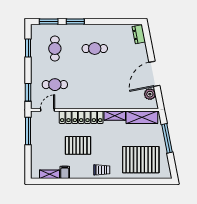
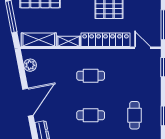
door: (154, 74) -> (28, 102), moved
cafe table: (55, 85) -> (91, 76), moved
door: (48, 110) -> (142, 48), swing flipped

